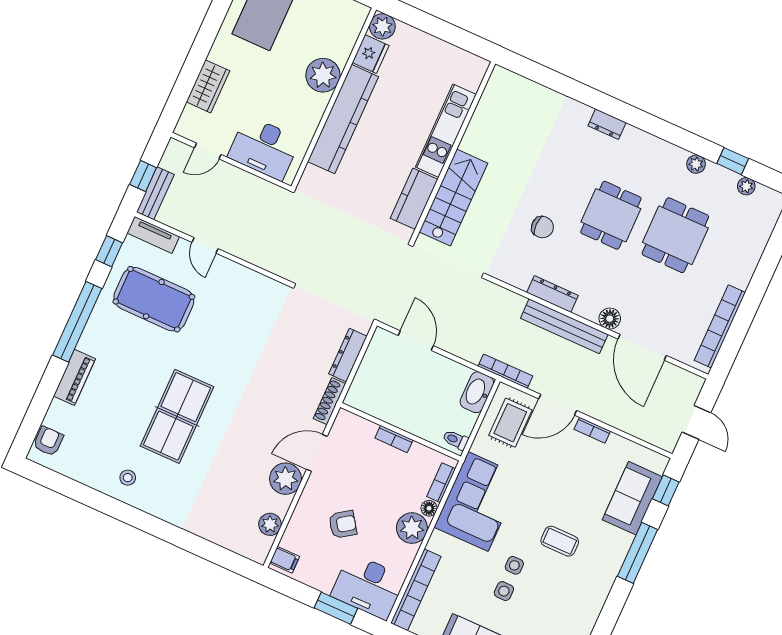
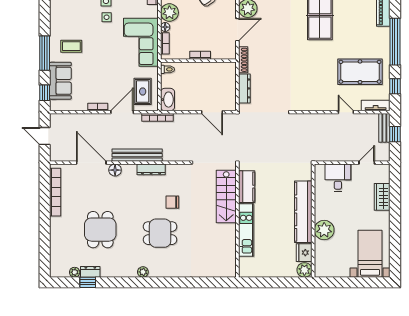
dresser: (607, 124) -> (90, 272), moved
desk: (264, 148) -> (338, 178), width x0.73
plant: (696, 164) -> (143, 272), moved
dining table: (611, 215) -> (160, 233), moved, turned 90
coffee table: (560, 541) -> (71, 46), moved

